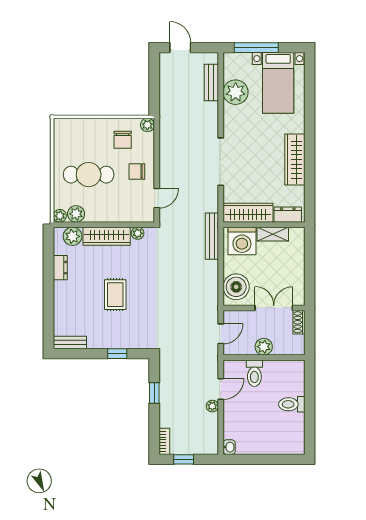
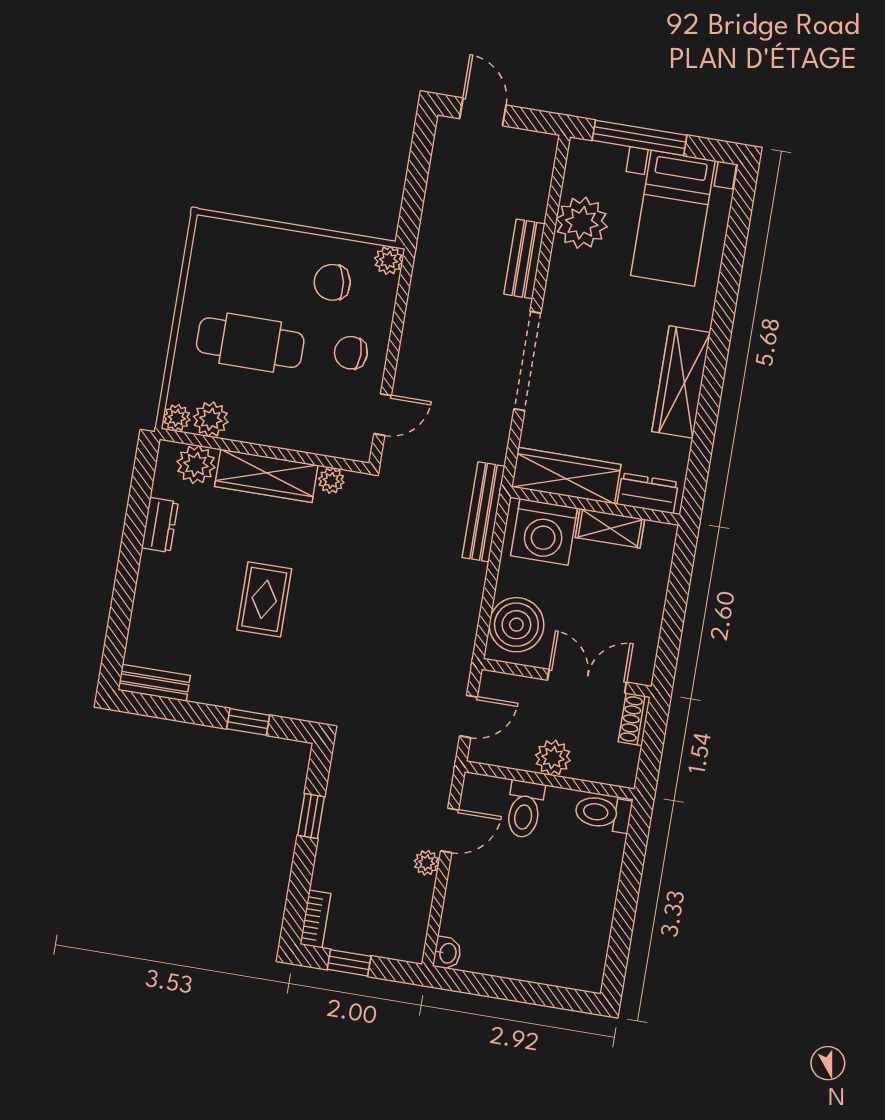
bench: (211, 83) -> (524, 259), moved
chair: (123, 140) -> (332, 282), turned 80
toilet: (292, 404) -> (603, 813), moved

